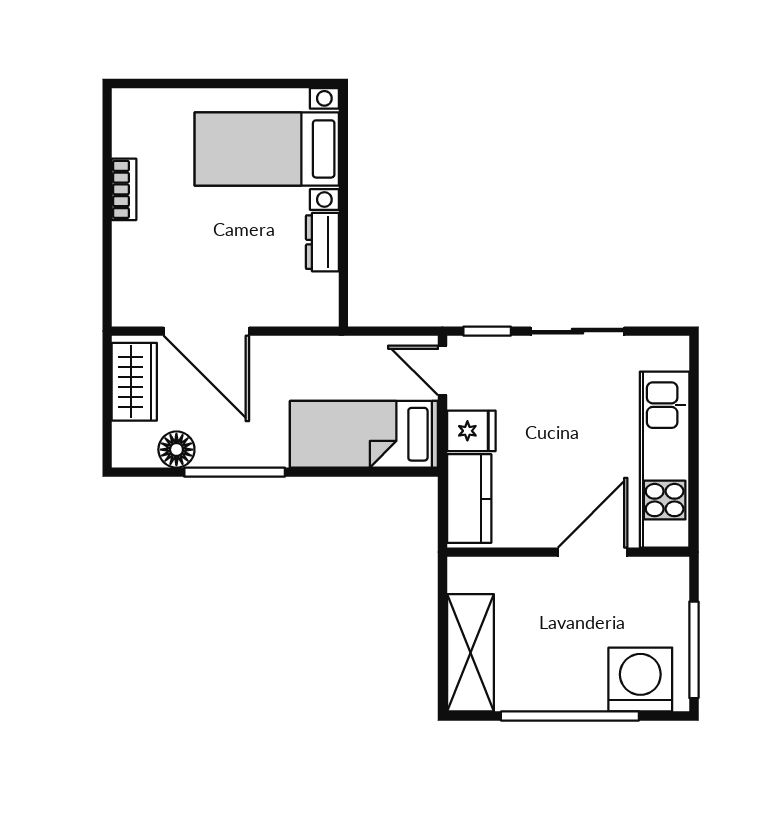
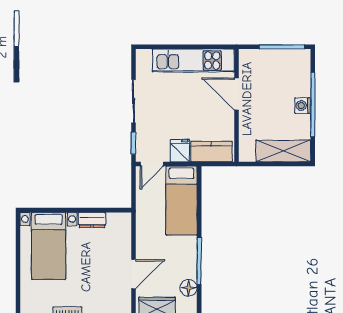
door: (206, 331) -> (133, 274), width x0.73
washing machine: (640, 679) -> (303, 106), moved, width x0.53, depth x0.53

